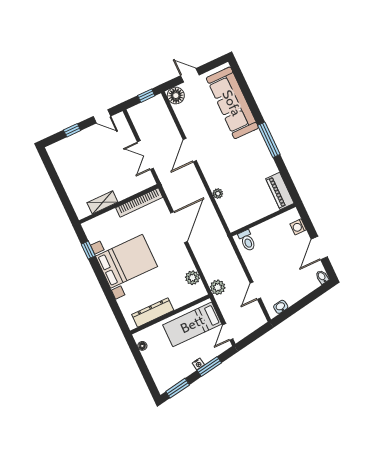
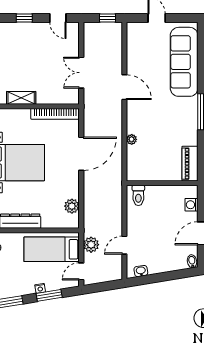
floor lamp: (176, 96) -> (135, 31), removed
door: (190, 150) -> (124, 87), swing flipped
plant: (218, 287) -> (91, 245), moved

